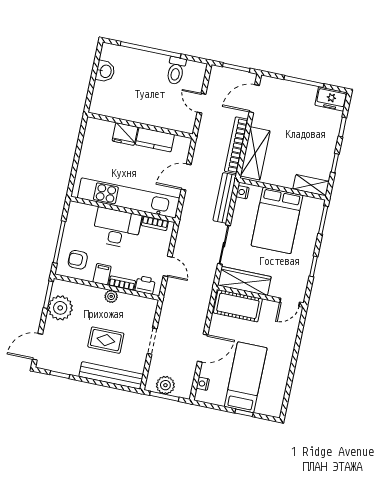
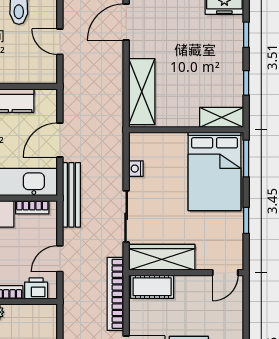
bookcase: (236, 145) -> (115, 294), moved
nightstand: (243, 192) -> (136, 169), moved
bench: (225, 198) -> (71, 195), moved
bed: (277, 220) -> (215, 171), moved
door: (168, 266) -> (60, 259), swing flipped
cot: (238, 306) -> (152, 287), width x0.73, depth x0.75

